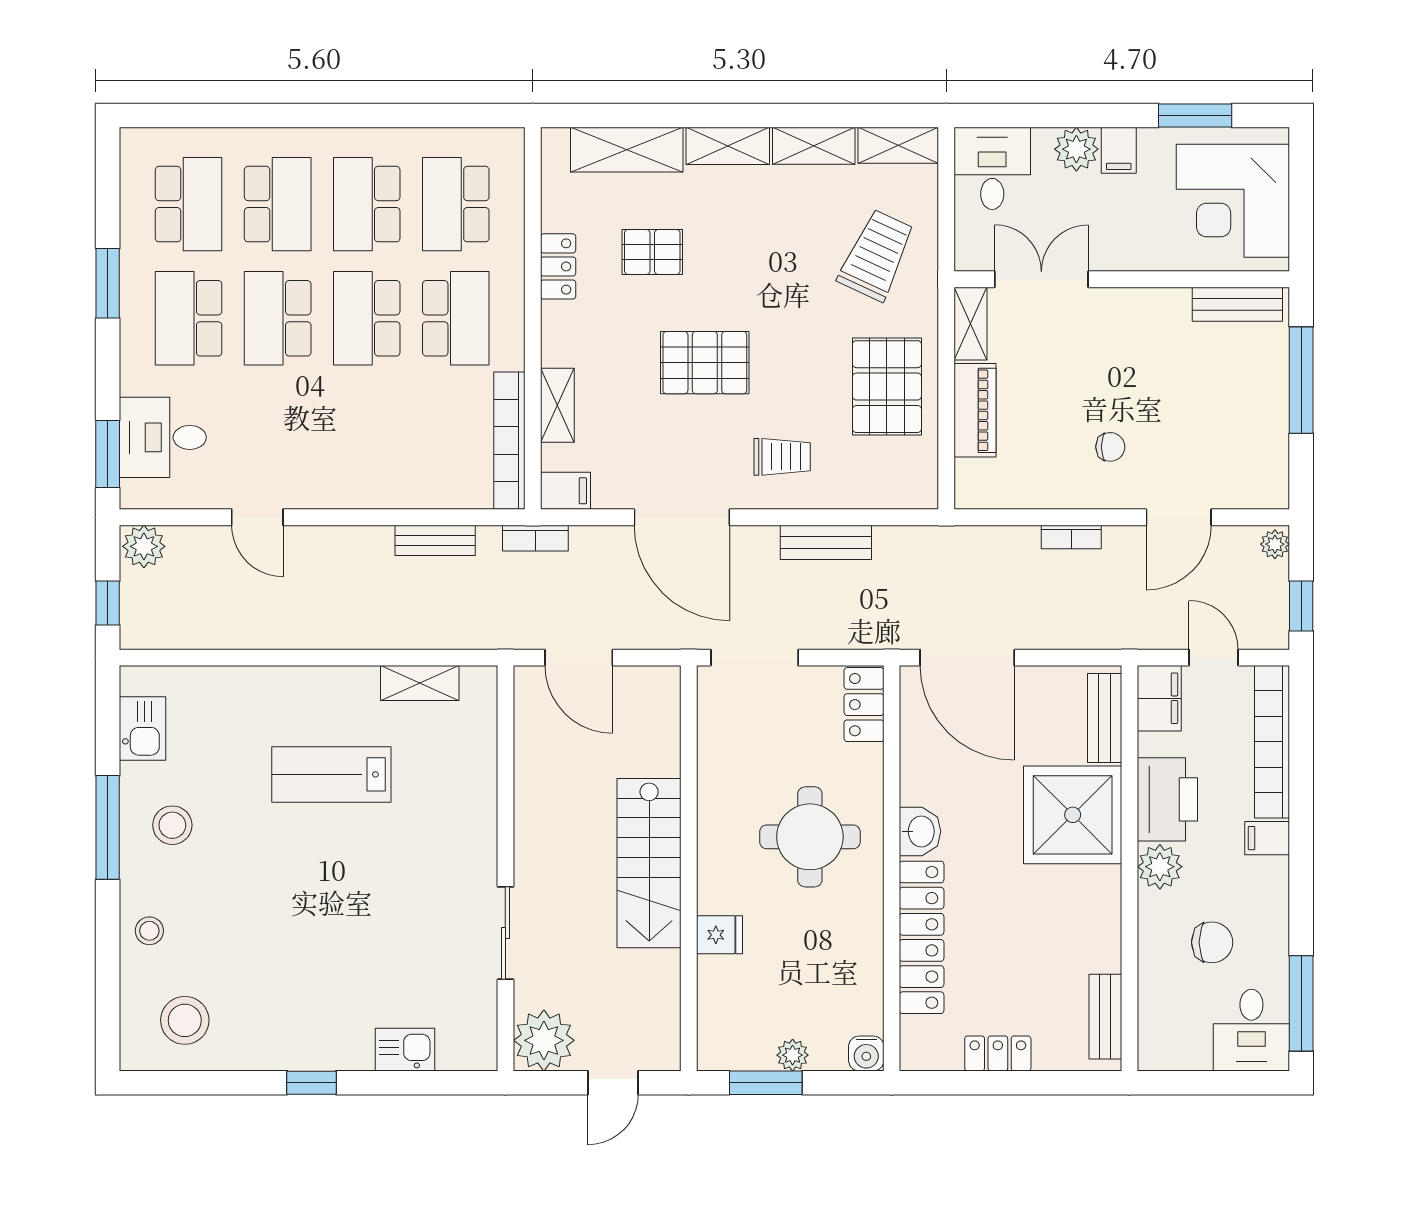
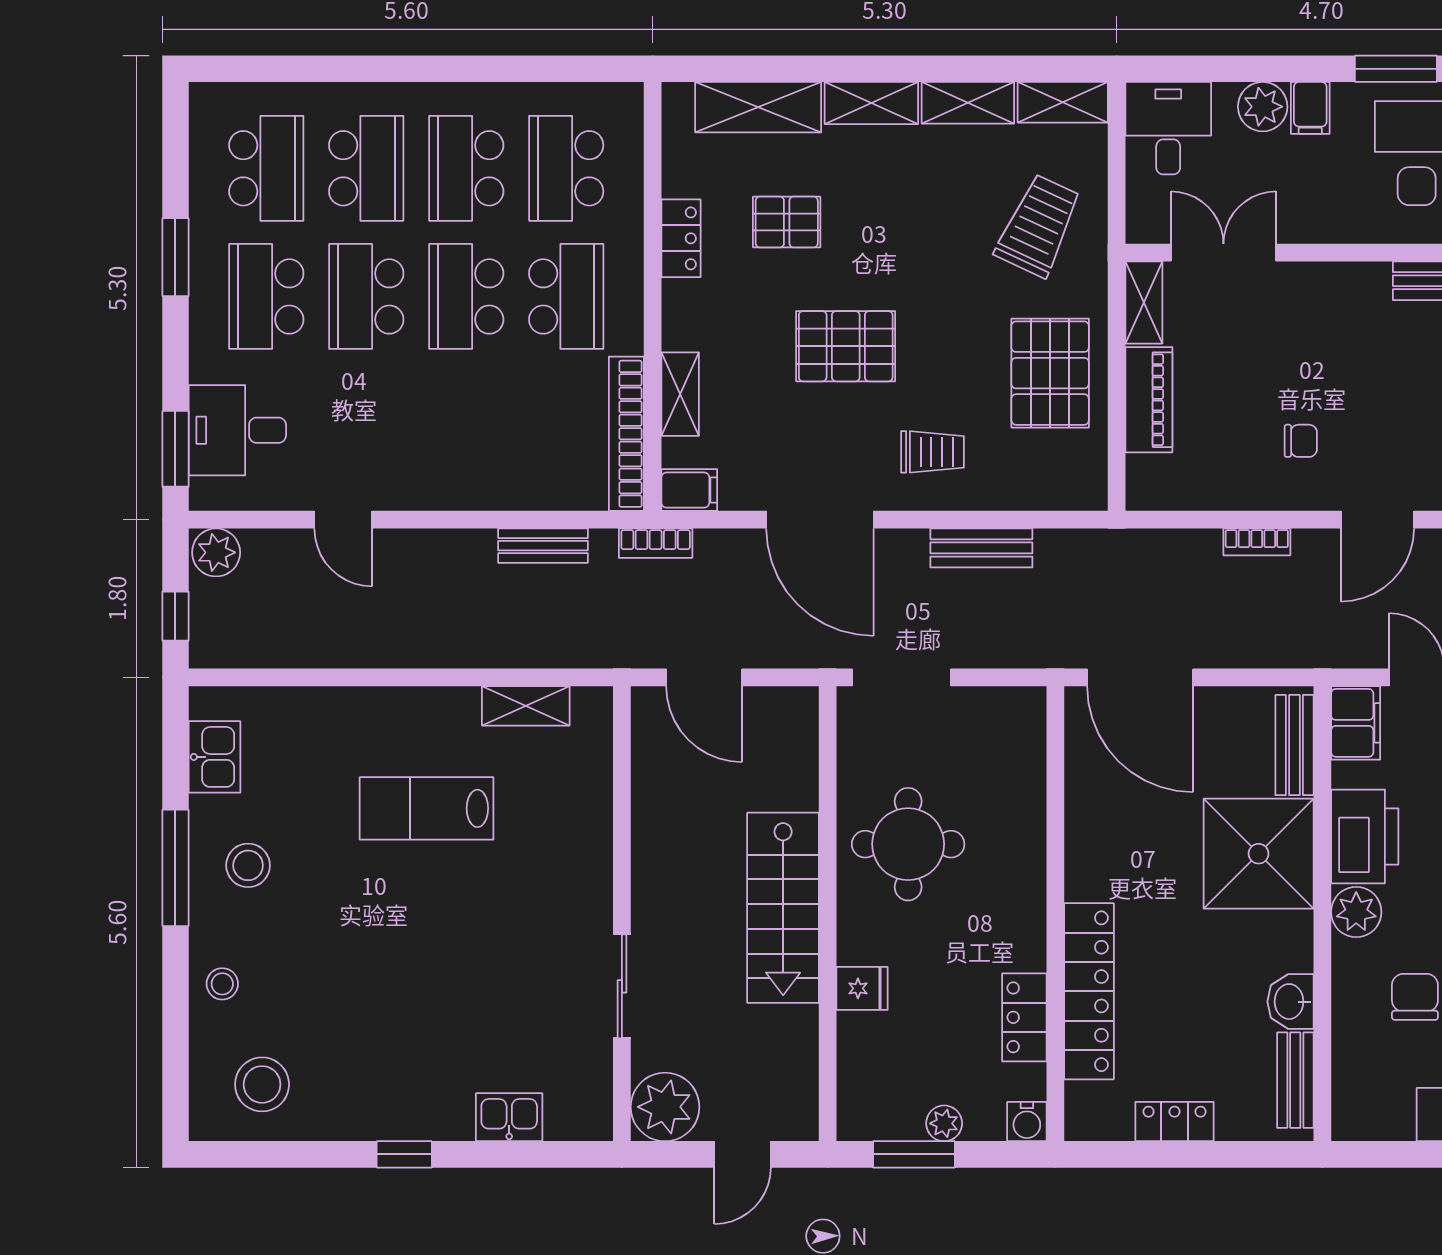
locker: (864, 705) -> (1024, 1017), moved
washbasin: (920, 831) -> (1290, 1002), moved, turned 180
round table: (810, 837) -> (908, 844), moved
chair: (1212, 942) -> (1415, 997), turned -90

